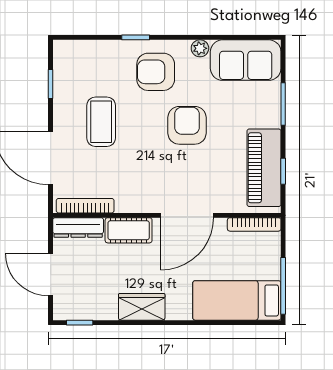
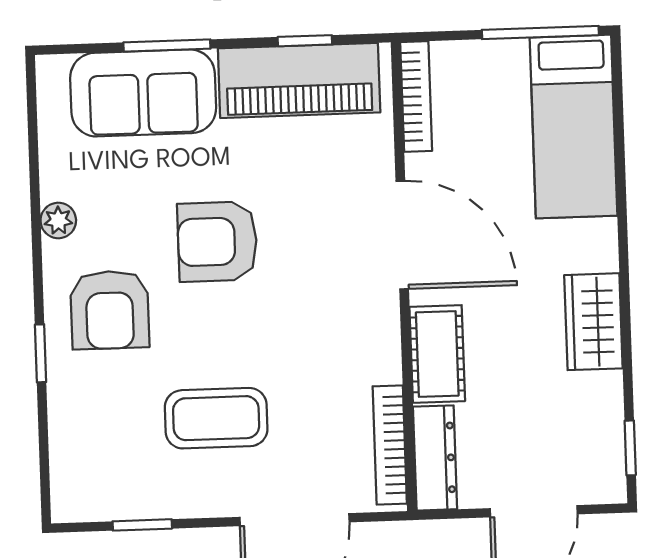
sofa: (246, 60) -> (143, 93), moved, turned 90

